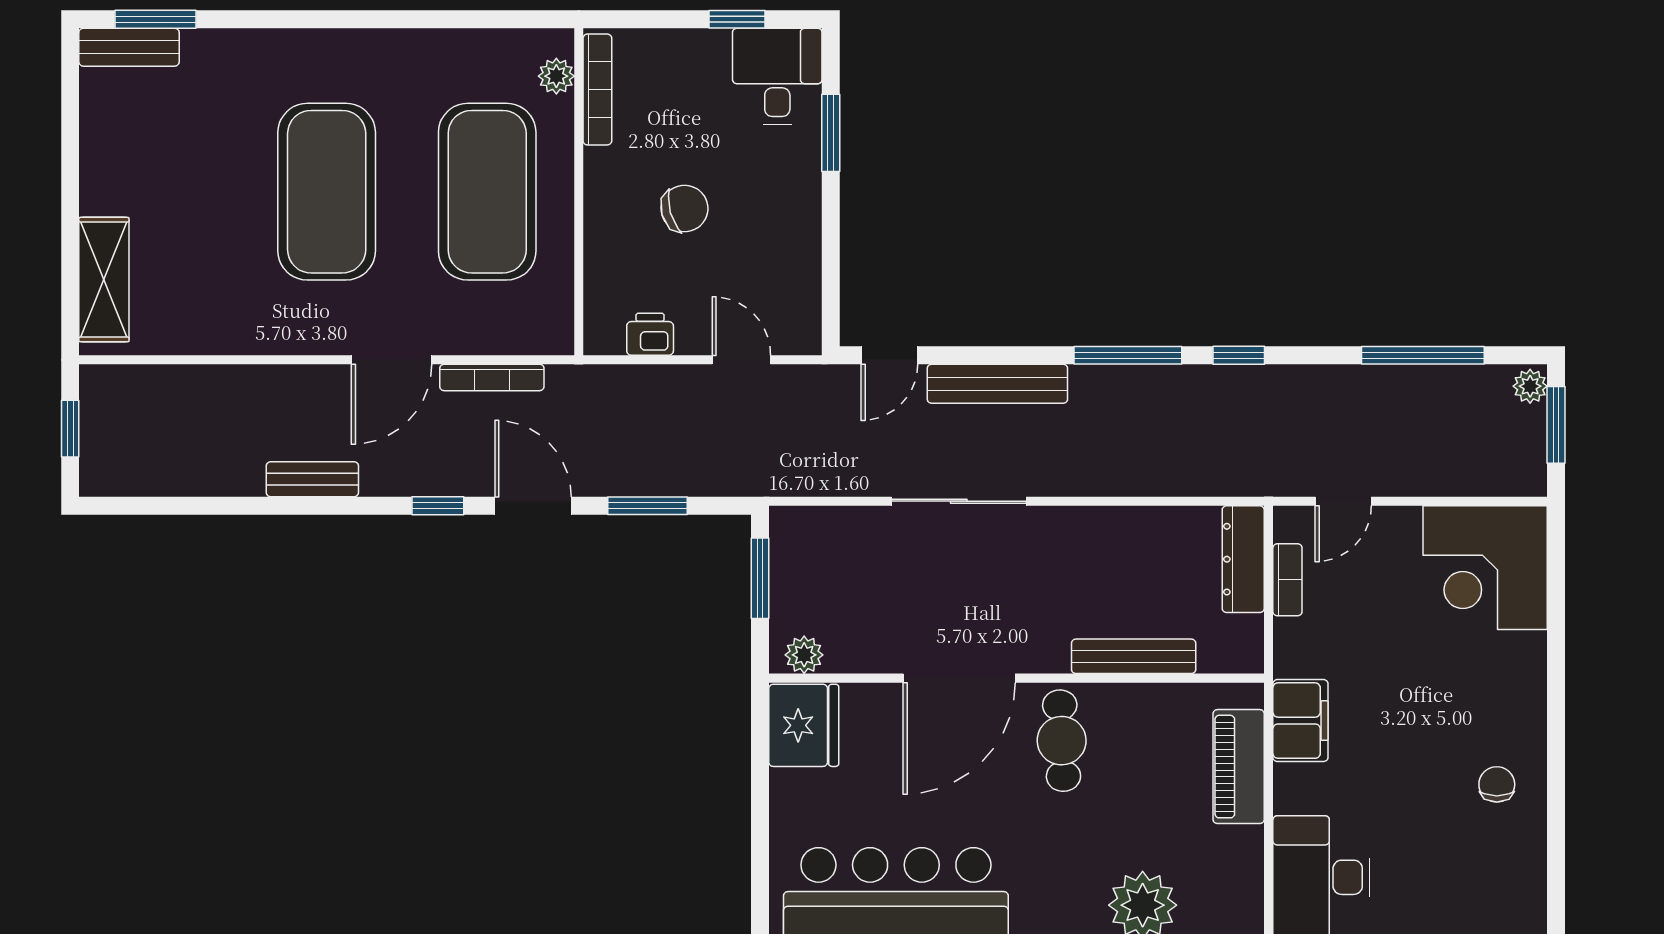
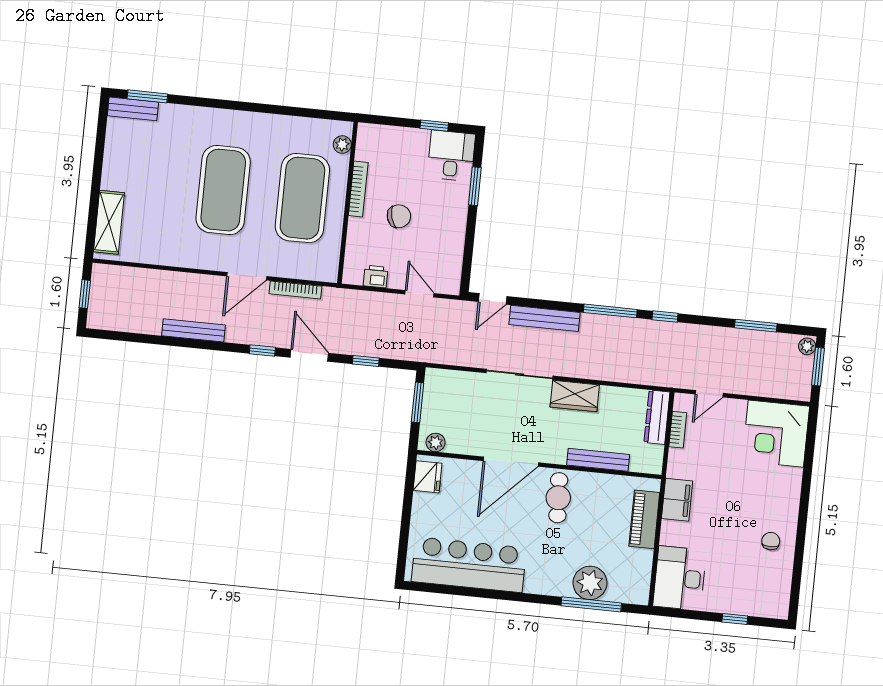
bookcase: (597, 89) -> (358, 189), moved
window: (1423, 355) -> (756, 326), width x0.69
bench: (312, 479) -> (193, 330), width x1.36
window: (648, 506) -> (366, 361), width x0.67
wardrobe: (1074, 533) -> (575, 396), added
fridge: (804, 725) -> (427, 477), width x0.73, depth x0.75

